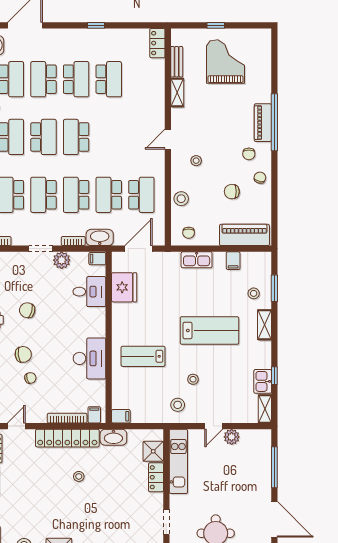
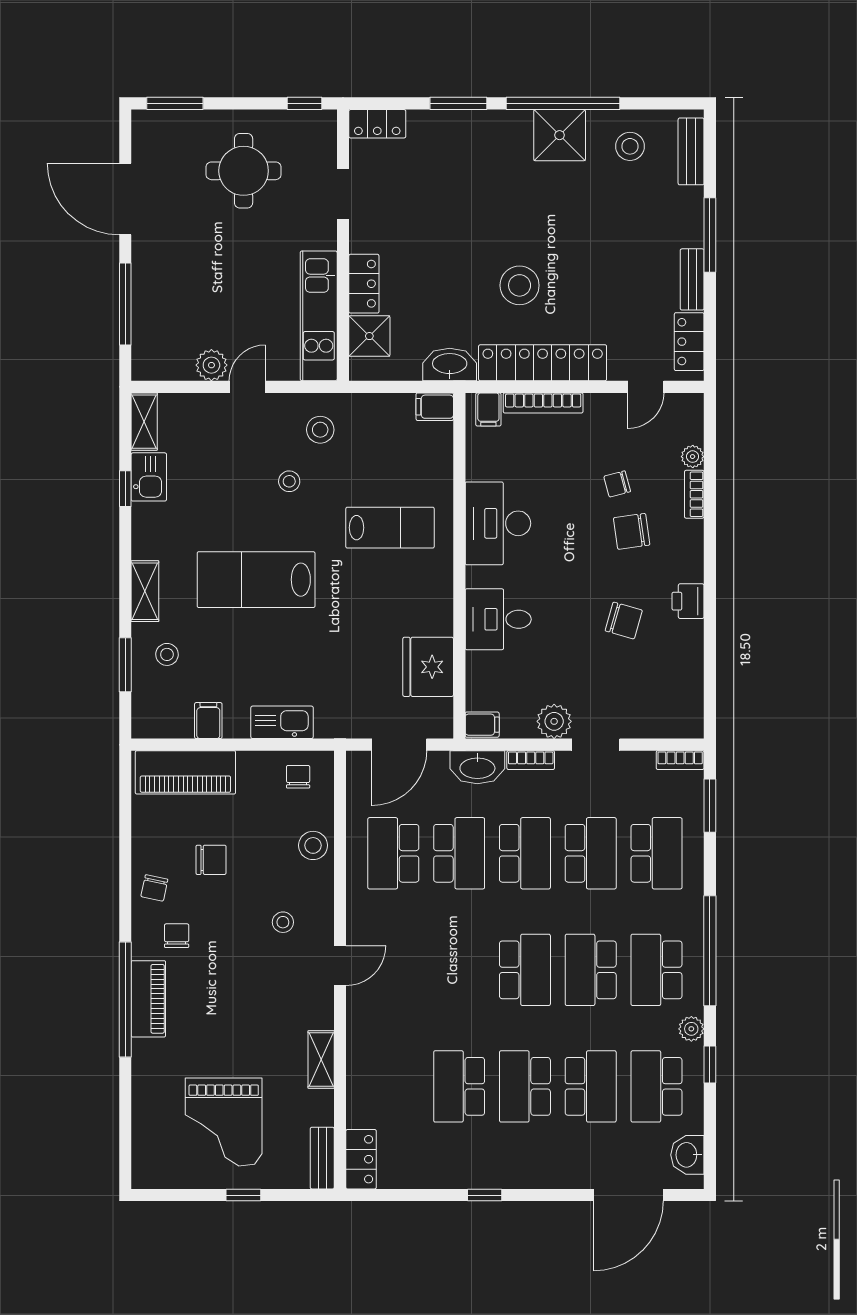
bench: (177, 62) -> (322, 1158), moved
desk: (89, 292) -> (498, 619), moved
stool: (79, 476) -> (520, 285), width x1.89, depth x1.89

